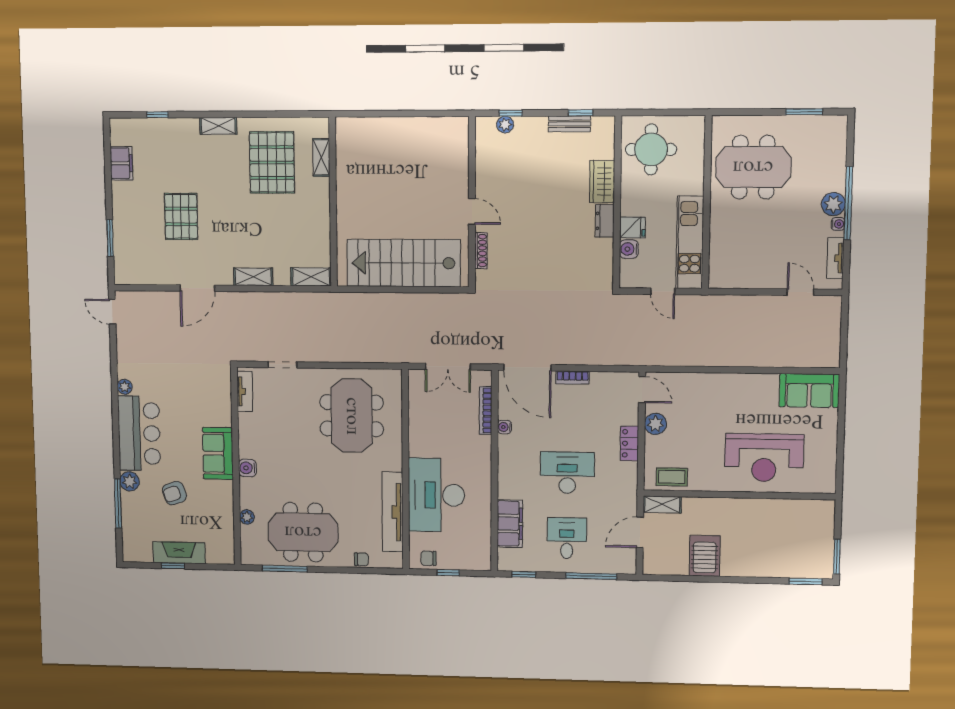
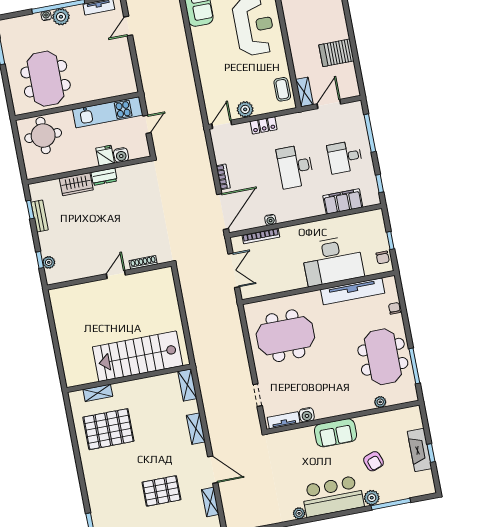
shelving: (218, 126) -> (210, 502), moved
round table: (651, 149) -> (43, 136), moved
water cooler: (838, 224) -> (46, 16), moved
stairs: (404, 263) -> (138, 356), moved, turned 90
water cooler: (247, 468) -> (307, 415), moved
door: (640, 532) -> (329, 104), swing flipped

